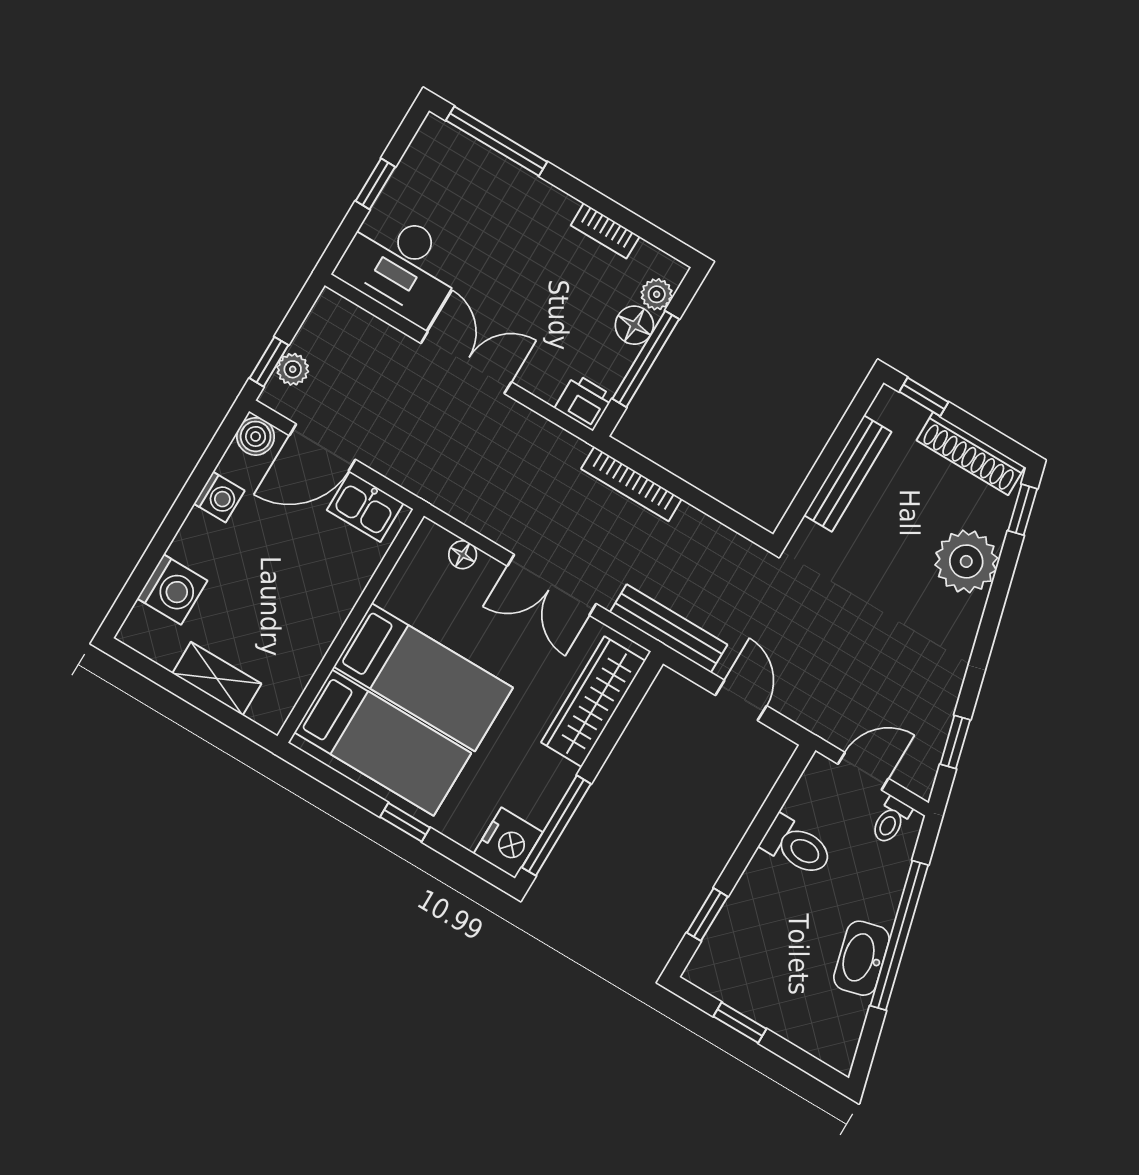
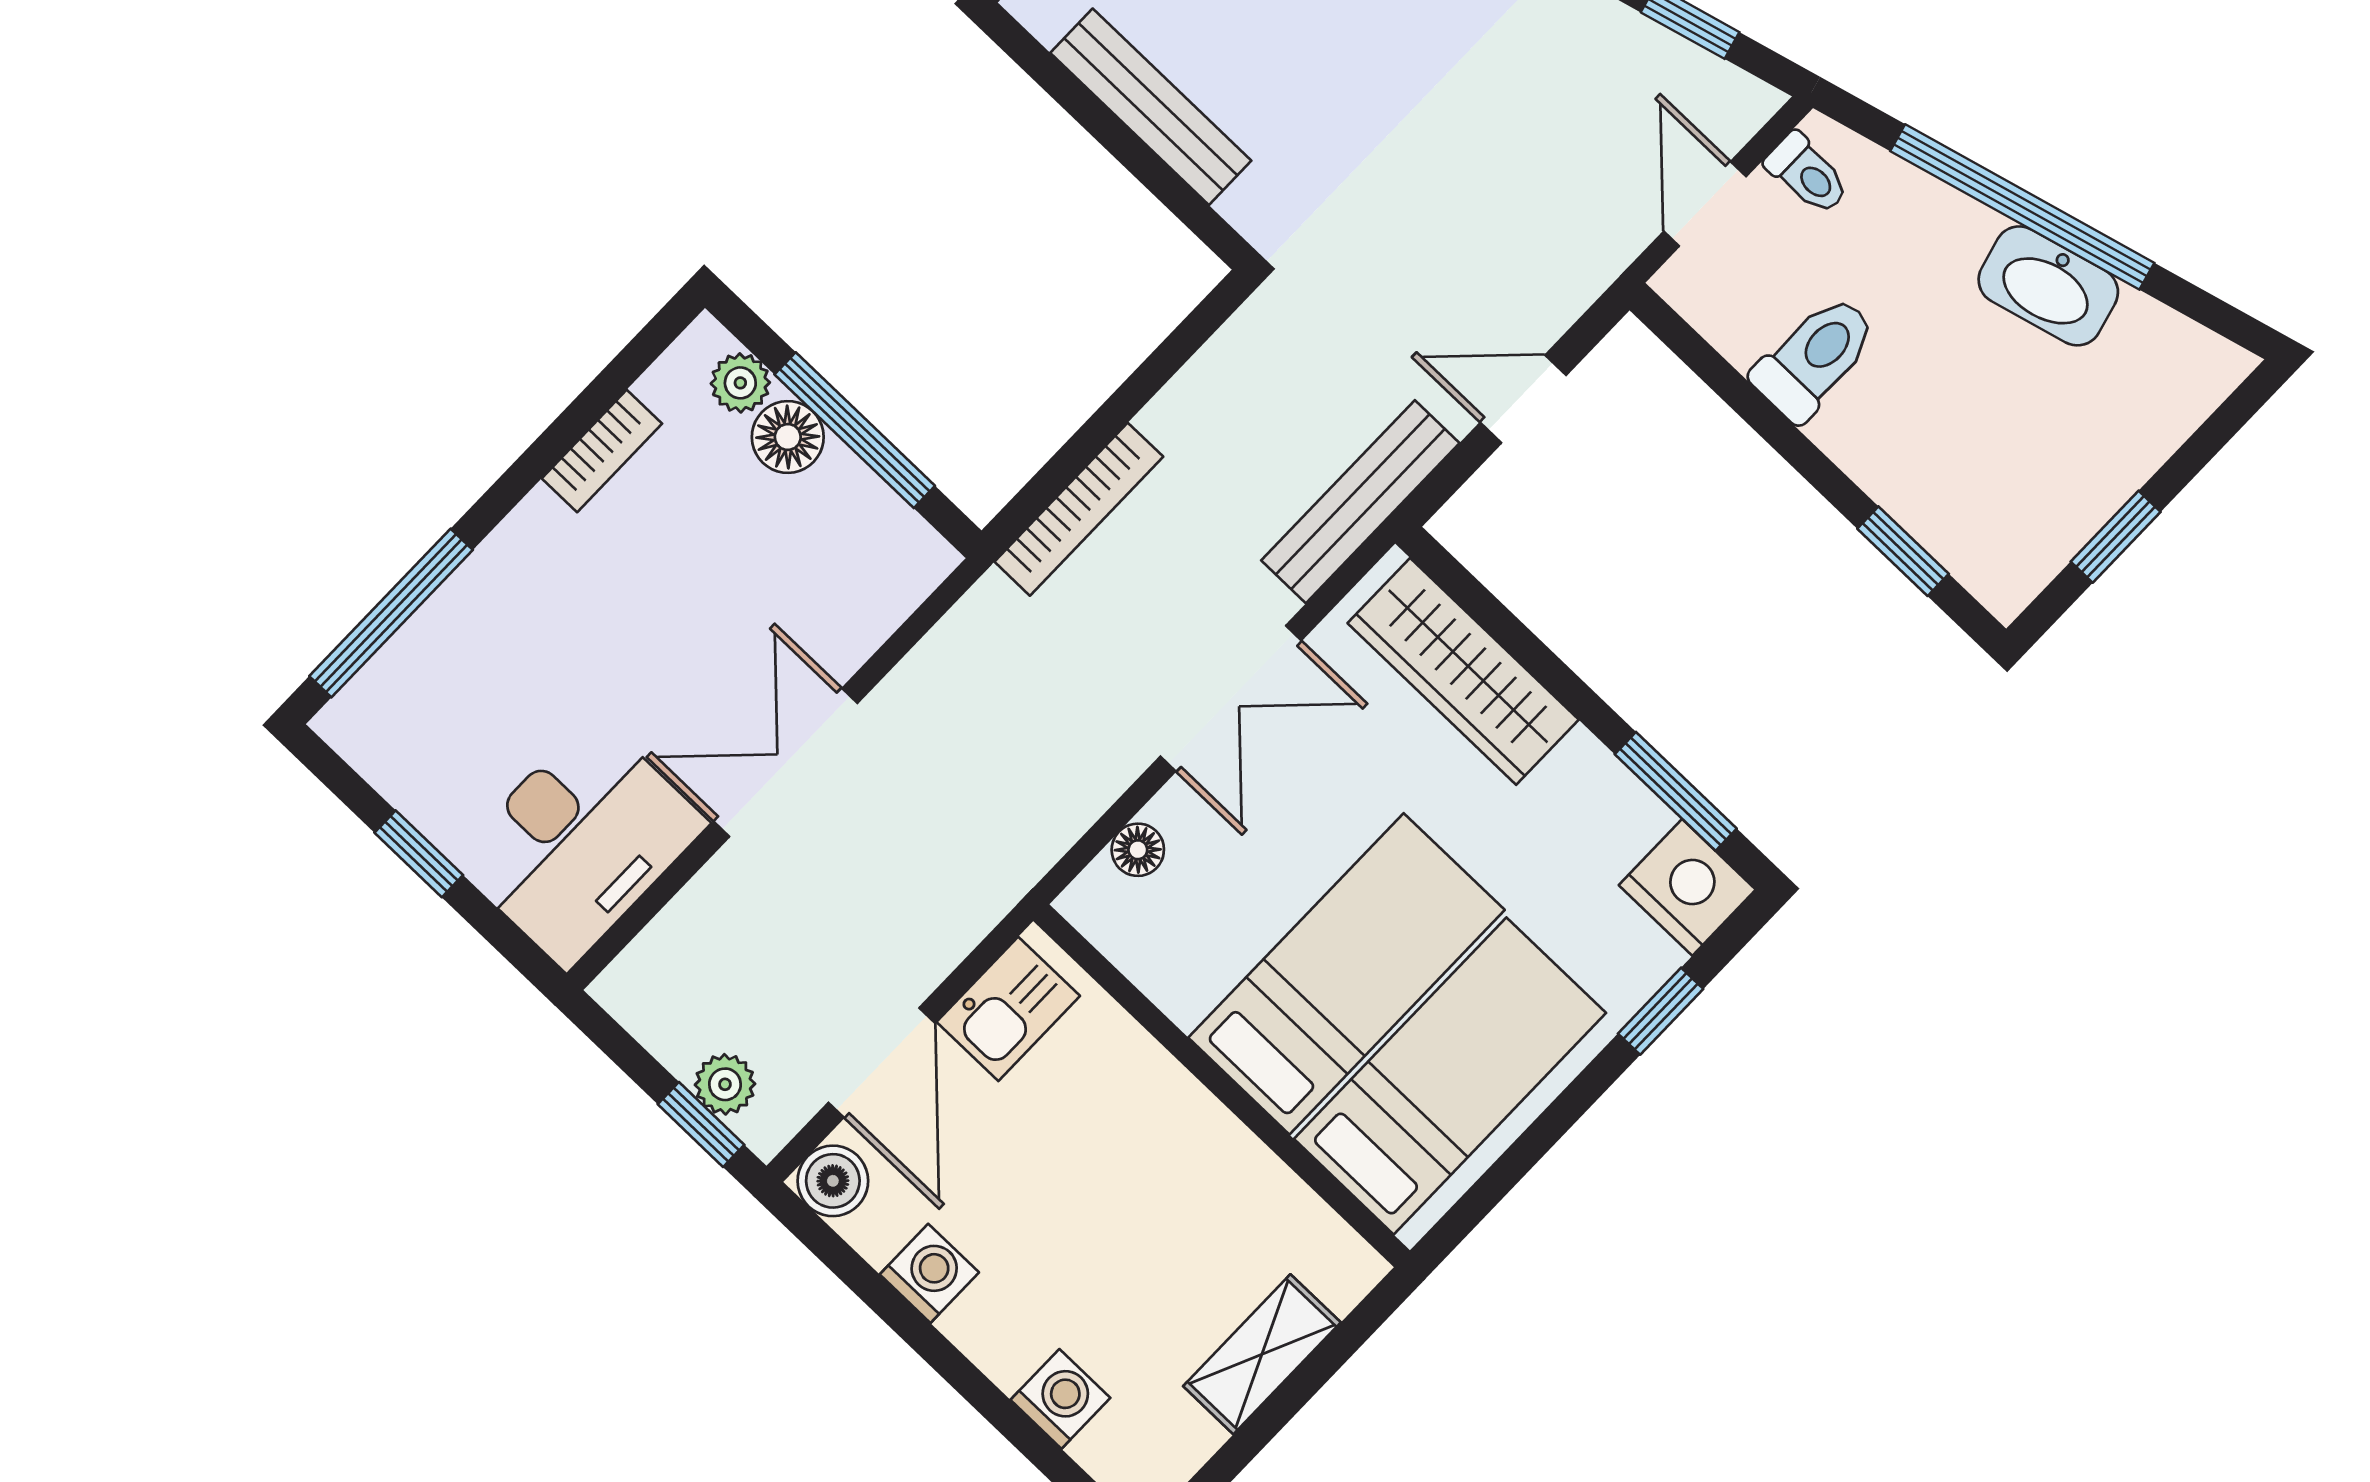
printer: (584, 402) -> (908, 562), removed
washing machine: (172, 589) -> (1060, 1399), width x0.73, depth x0.73
window: (405, 822) -> (1661, 1011), moved
window: (556, 826) -> (1676, 791), width x0.69

